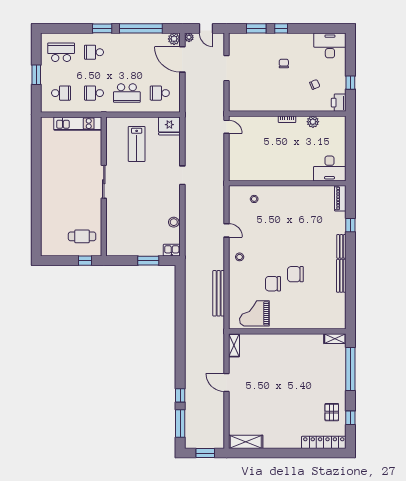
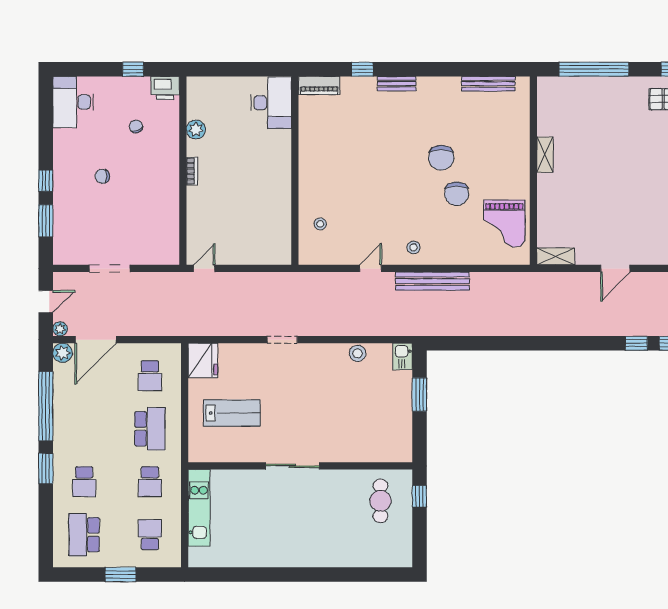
bench: (341, 276) -> (488, 84), moved
bench: (219, 293) -> (432, 281), moved
shelving: (335, 339) -> (545, 155), moved

